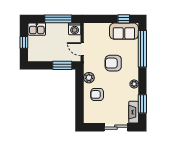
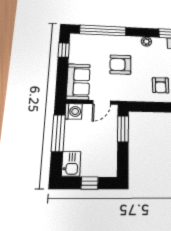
sofa: (124, 31) -> (78, 82), moved
armchair: (113, 63) -> (120, 65), turned 90
plant: (89, 78) -> (139, 95), removed

